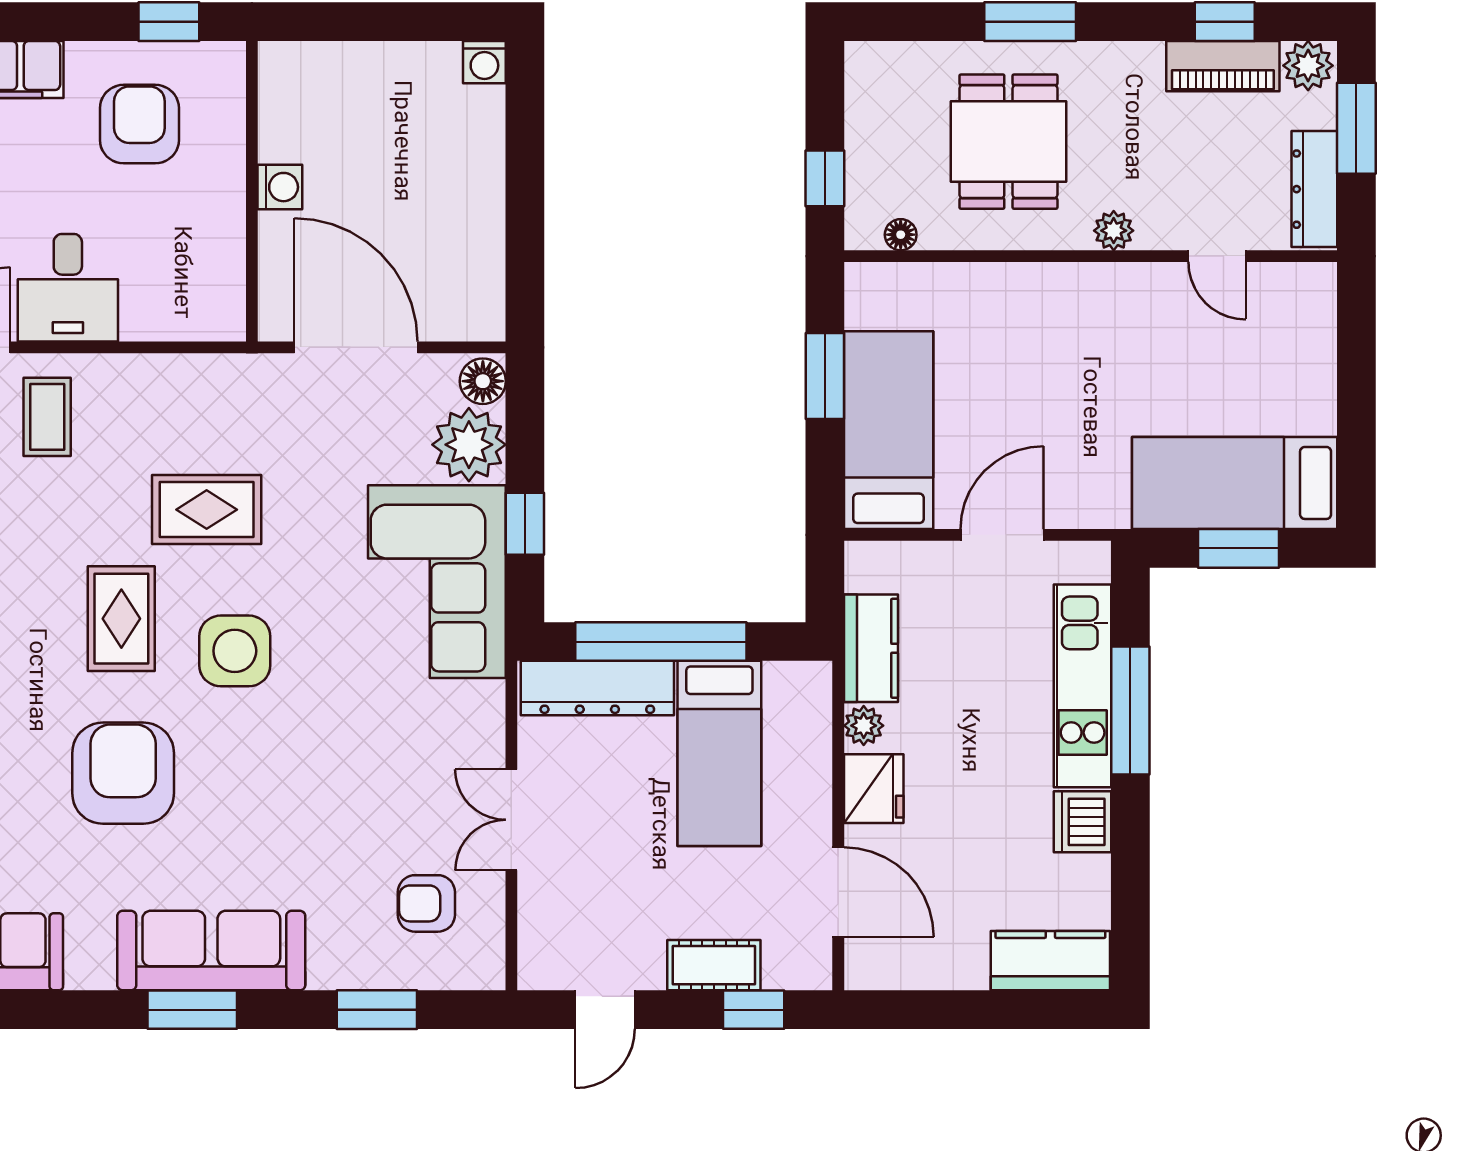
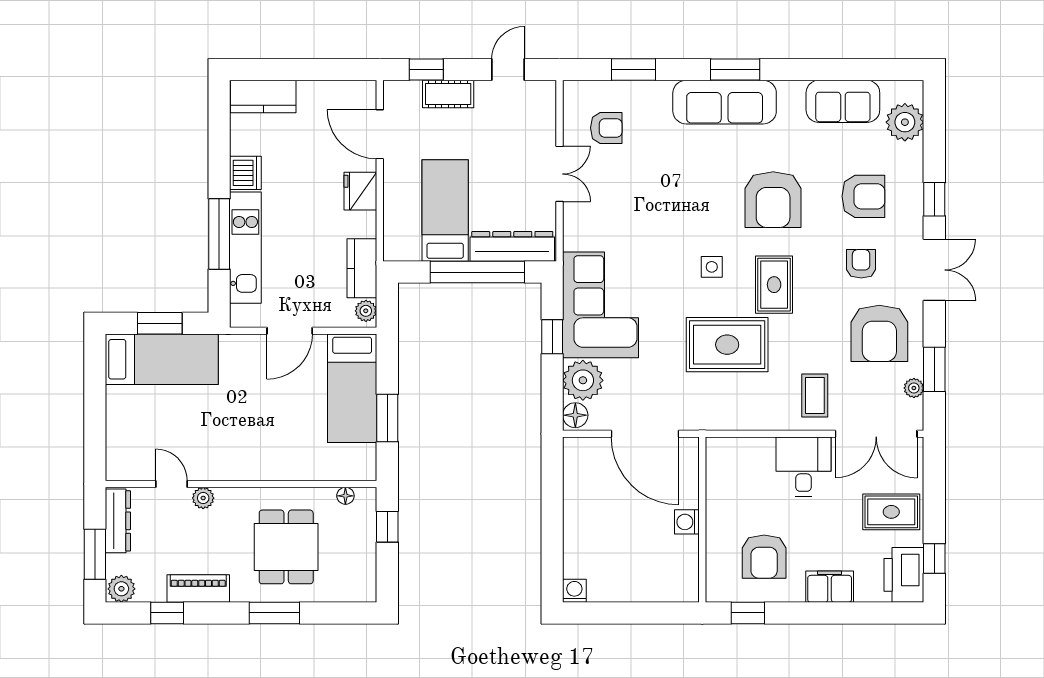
piano: (1223, 66) -> (198, 589), moved
plant: (1114, 231) -> (203, 498), moved
rug: (207, 510) -> (727, 345), width x1.36, depth x1.43
side table: (235, 651) -> (712, 267), width x0.54, depth x0.54
plant: (864, 726) -> (366, 311), moved

